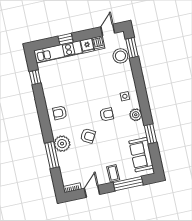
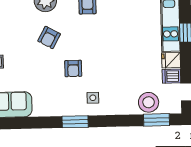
plant: (136, 115) -> (65, 108), removed
window: (151, 134) -> (75, 122), moved

